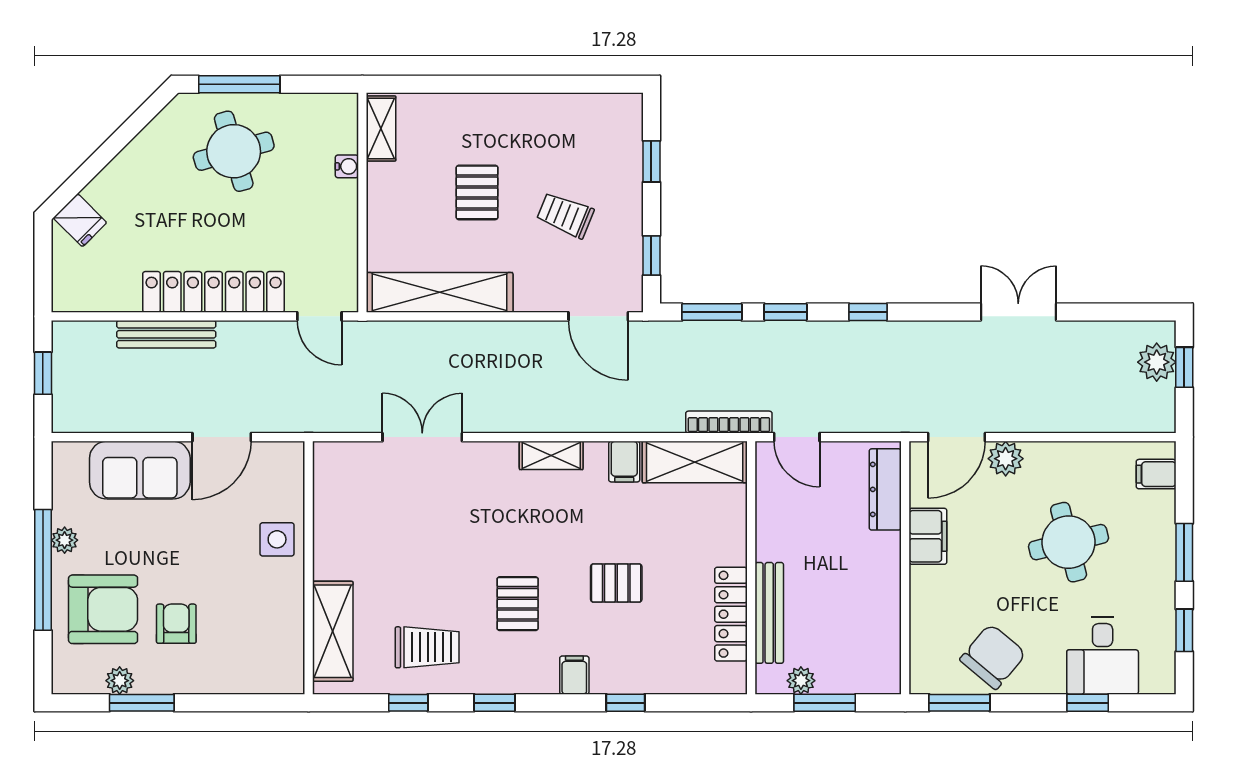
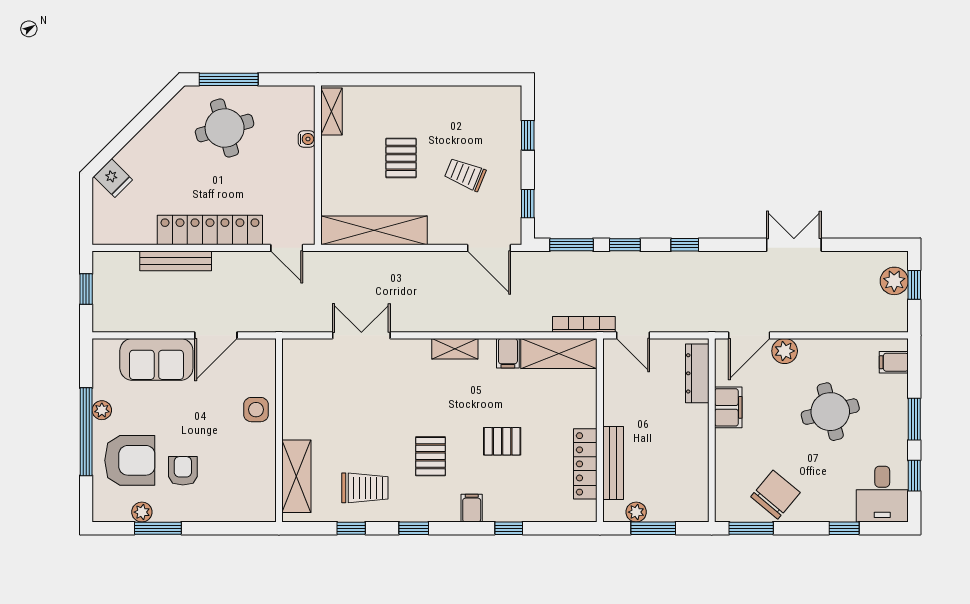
desk: (1103, 656) -> (882, 494), moved

